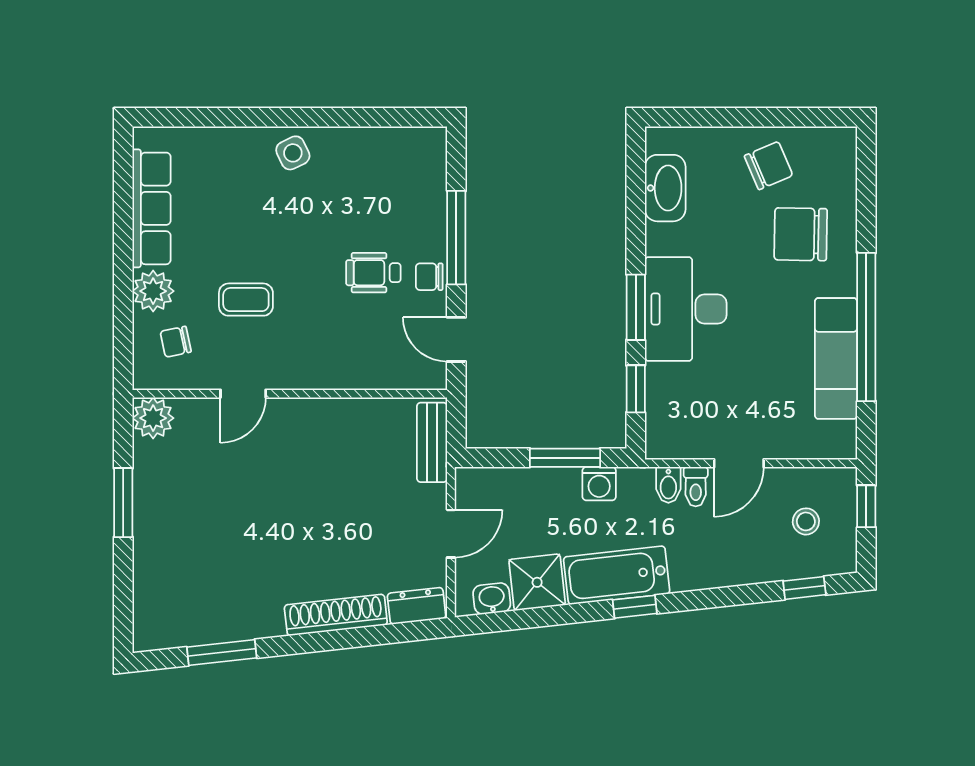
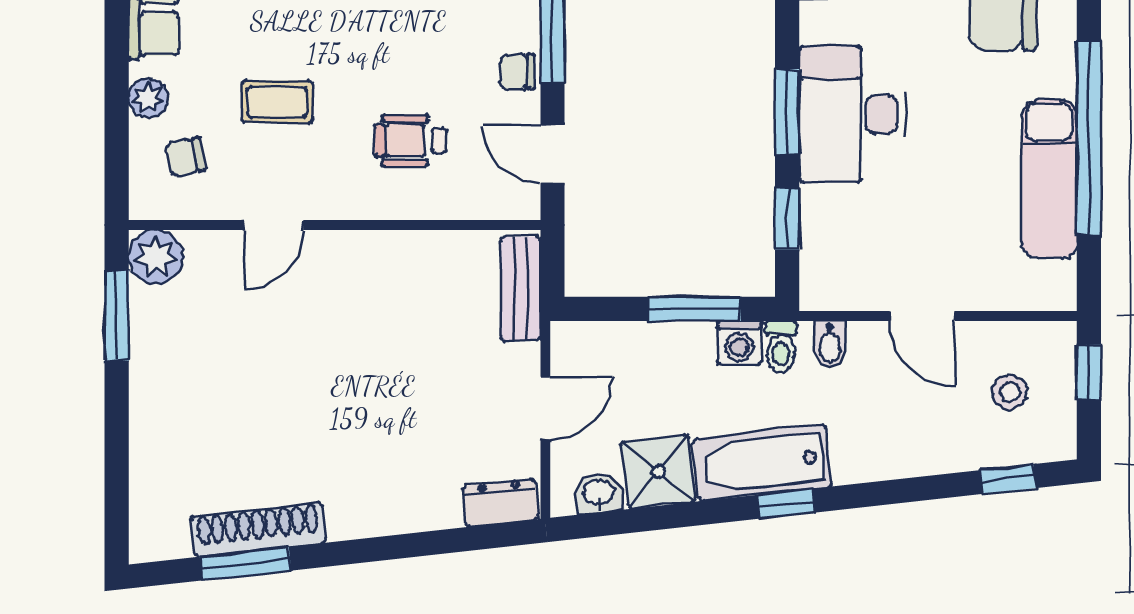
wheelchair: (373, 273) -> (410, 140), moved
plant: (153, 291) -> (148, 98), width x0.73, depth x0.73
door: (739, 463) -> (922, 316), hinge flipped
toilet: (696, 487) -> (781, 347), moved
window: (123, 503) -> (117, 315), moved
shoe rack: (336, 615) -> (258, 530), moved

